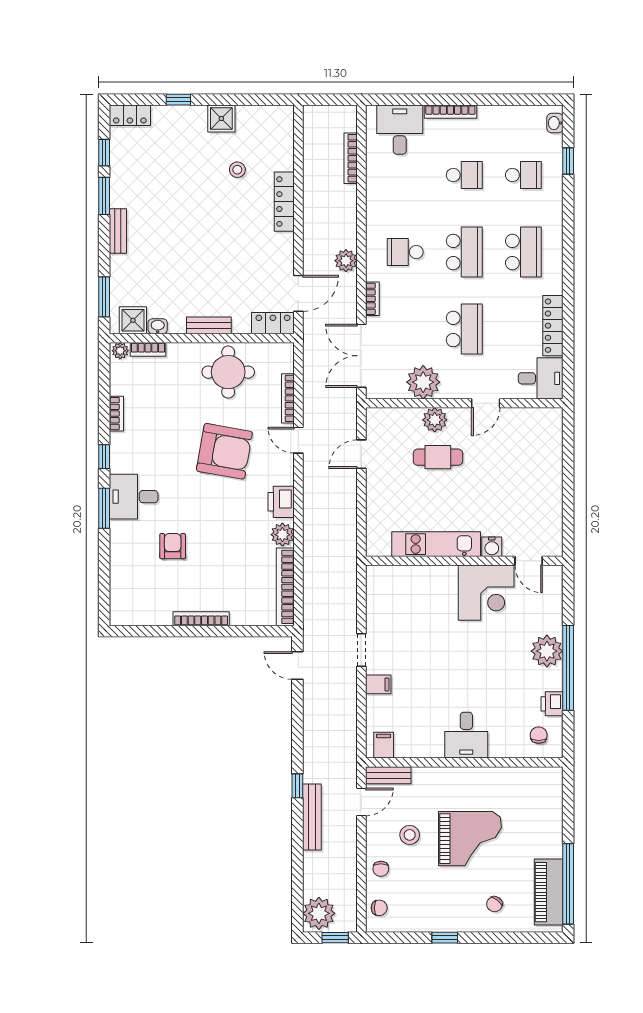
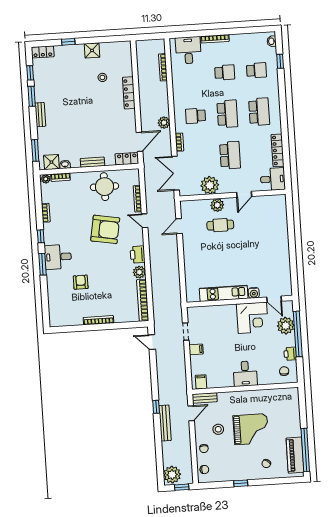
kitchen unit: (436, 544) -> (224, 293), moved
water cooler: (492, 547) -> (254, 293), moved
wall: (464, 561) -> (239, 301), moved
door: (529, 561) -> (274, 299), moved
corner desk: (486, 593) -> (252, 318), moved

